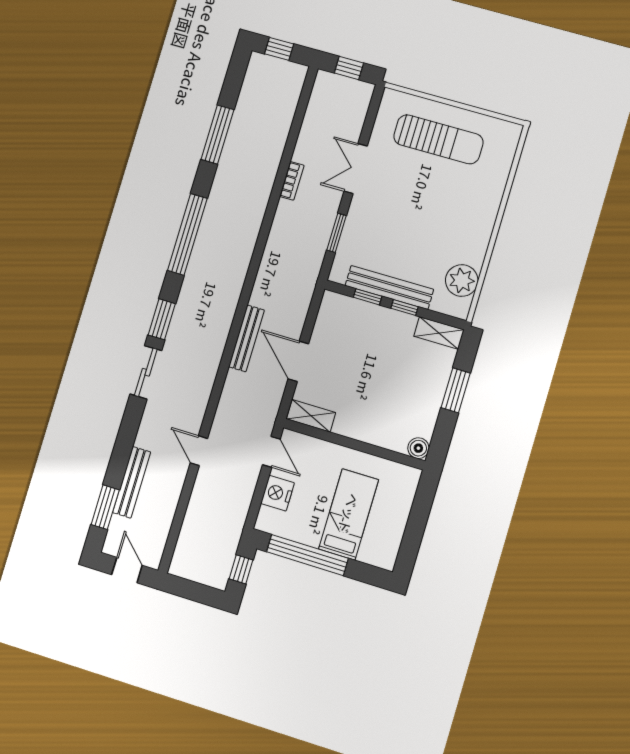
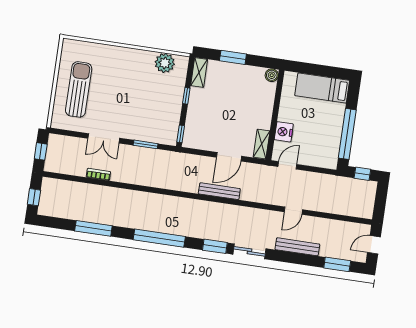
bookcase: (292, 181) -> (98, 174), moved
bench: (389, 287) -> (175, 107), removed
window: (368, 297) -> (181, 134), moved
bench: (132, 482) -> (297, 247), moved
nightstand: (277, 493) -> (284, 132), moved, turned 90
bed: (349, 514) -> (322, 88), moved

